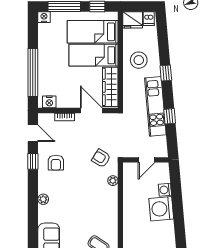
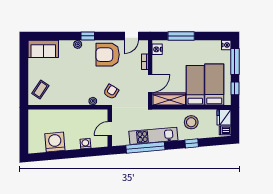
window: (33, 72) -> (181, 36), width x0.68
window: (166, 73) -> (192, 143), moved
window: (170, 116) -> (145, 147), width x3.17
door: (147, 160) -> (110, 129), hinge flipped
window: (33, 161) -> (88, 36), moved
armchair: (56, 163) -> (108, 55), width x1.88, depth x1.88
washing machine: (161, 209) -> (55, 142), moved

